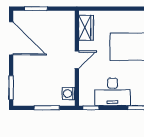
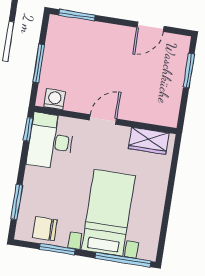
door: (11, 38) -> (151, 27), width x0.53
door: (77, 60) -> (103, 119), swing flipped
desk: (113, 92) -> (51, 141), moved

